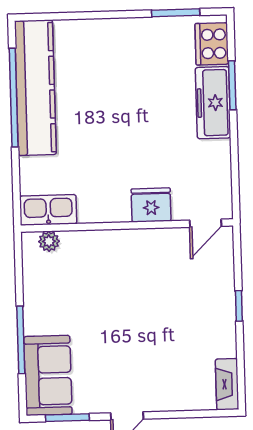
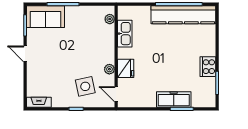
cooker: (212, 44) -> (208, 67), moved, turned -90
kitchen sink: (48, 210) -> (125, 34), moved
plant: (154, 239) -> (109, 69), added
side table: (191, 288) -> (85, 86), added

